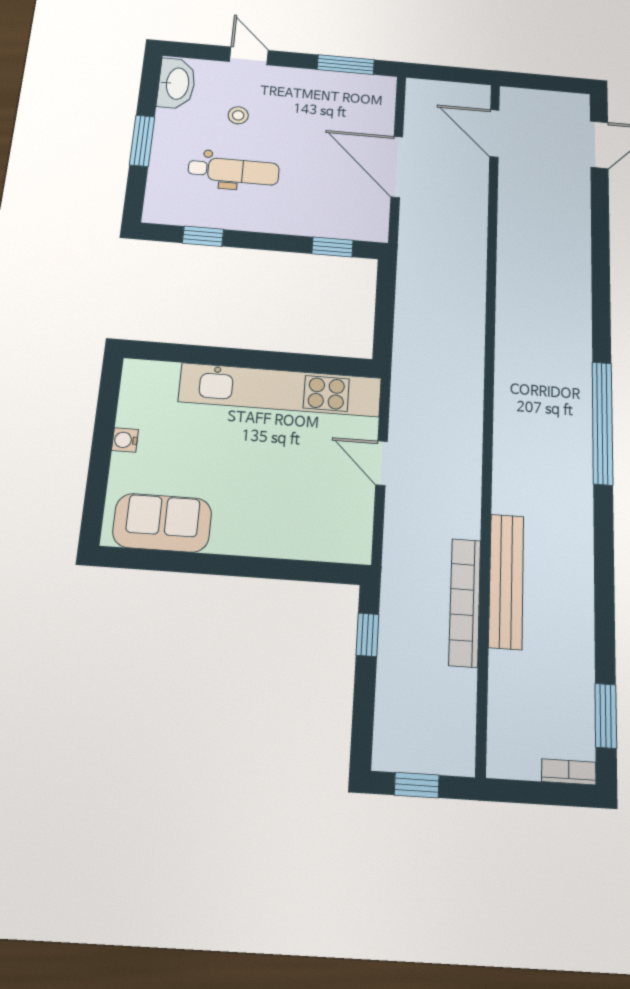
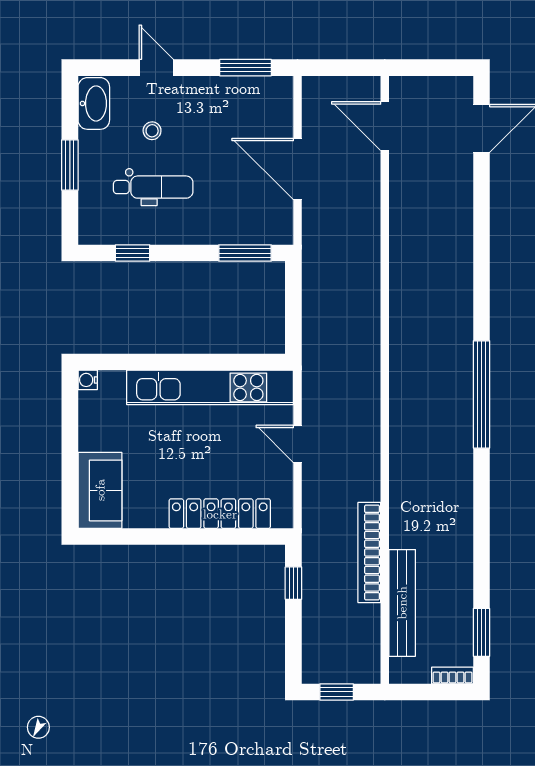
window: (332, 247) -> (245, 253), width x1.50
water cooler: (125, 440) -> (88, 380), moved
sofa: (162, 523) -> (100, 490), moved, turned 90
locker: (280, 540) -> (220, 514), added
bench: (506, 581) -> (402, 603), moved

